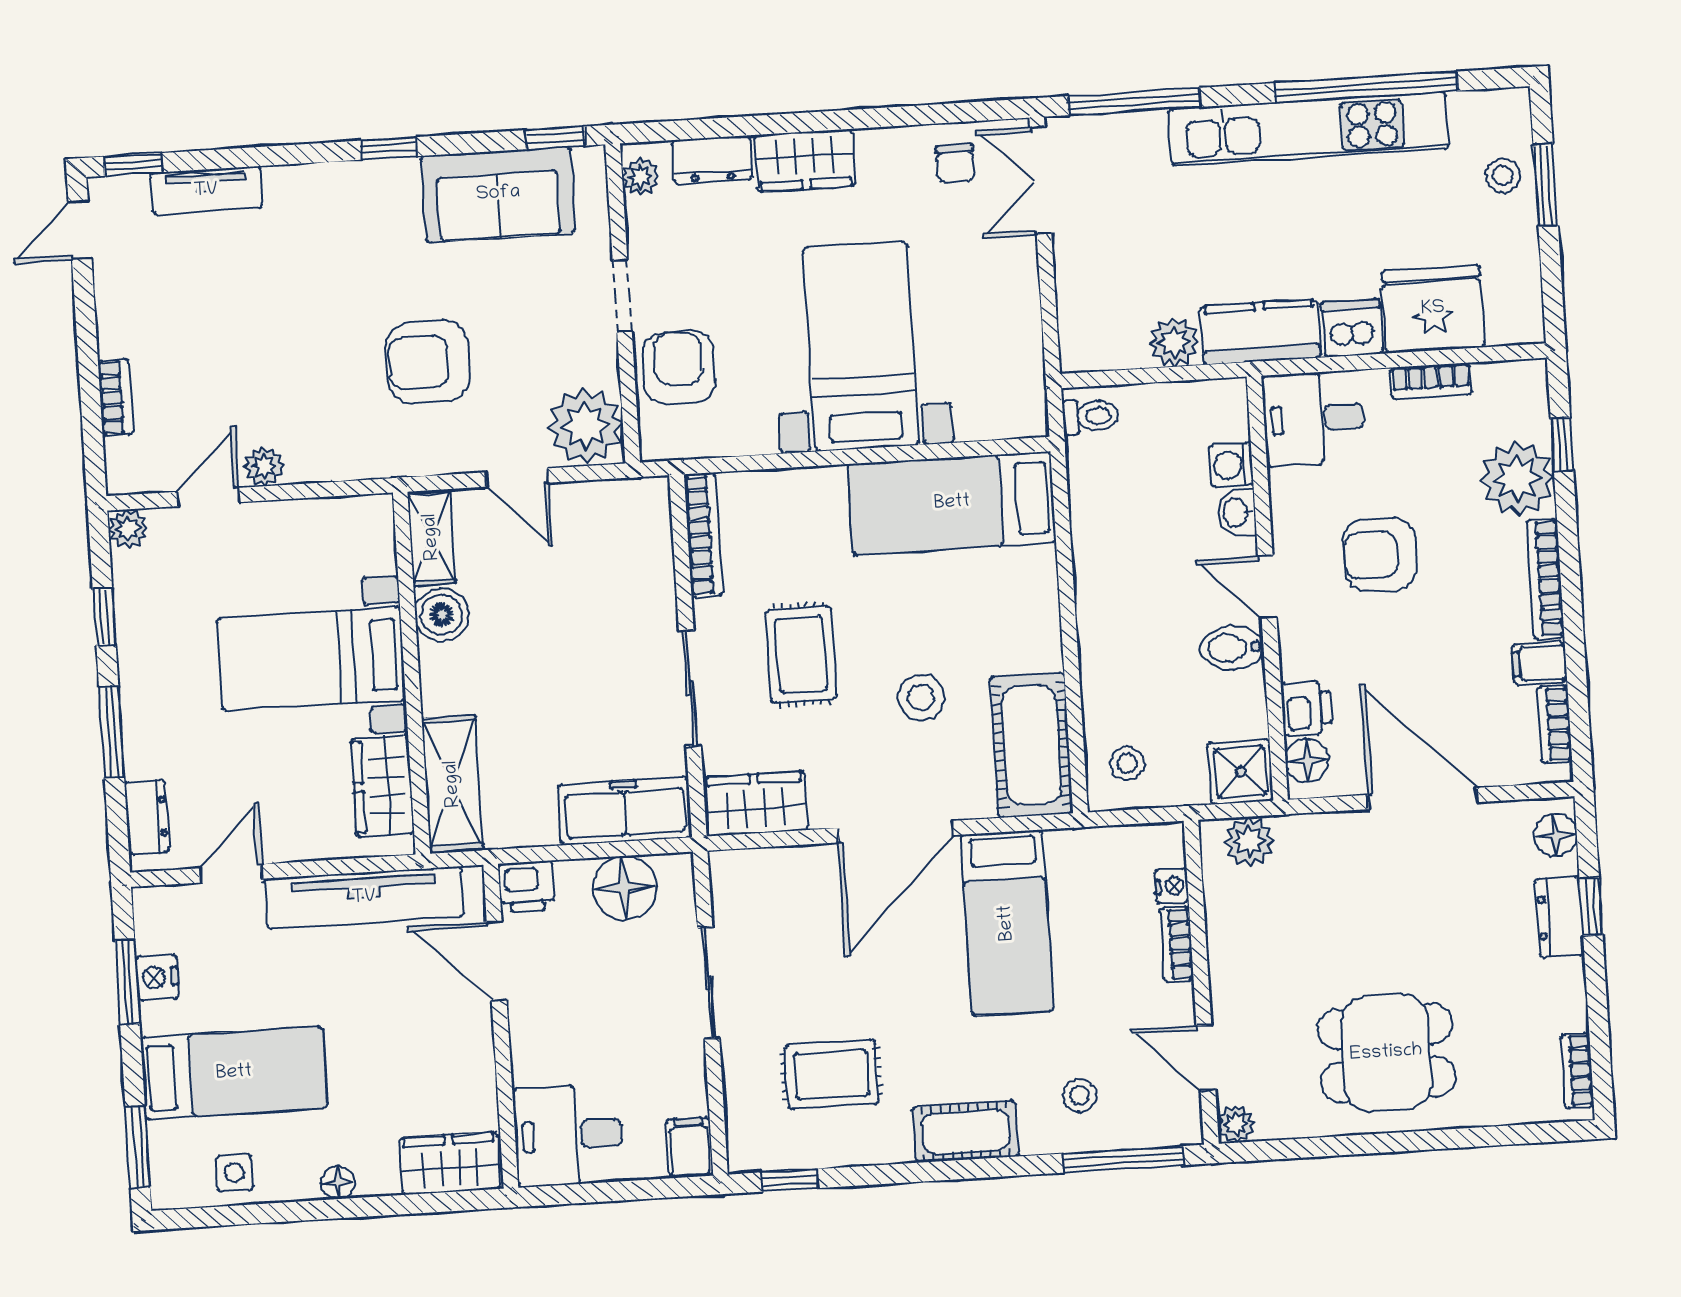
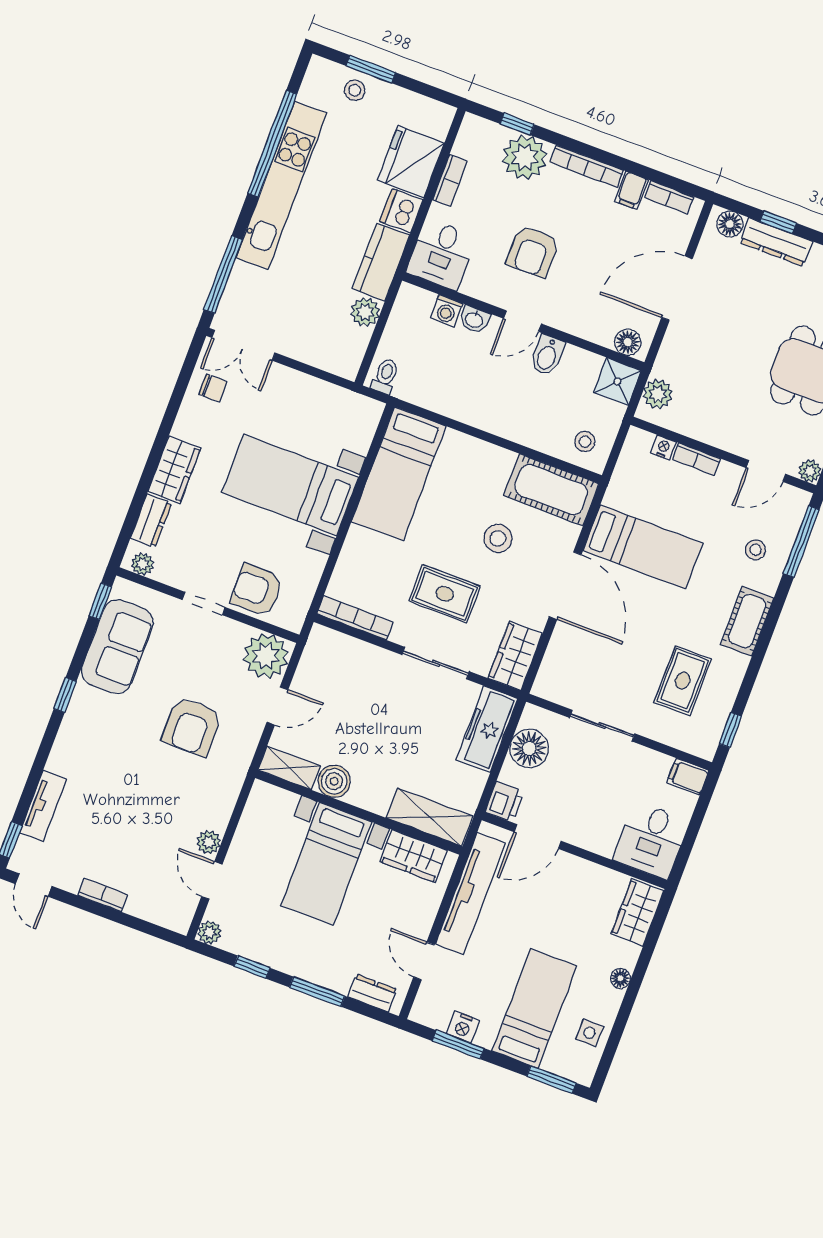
bookcase: (115, 398) -> (103, 895), moved
printer: (1306, 708) -> (599, 330), removed
dresser: (1560, 917) -> (776, 242), width x1.44

